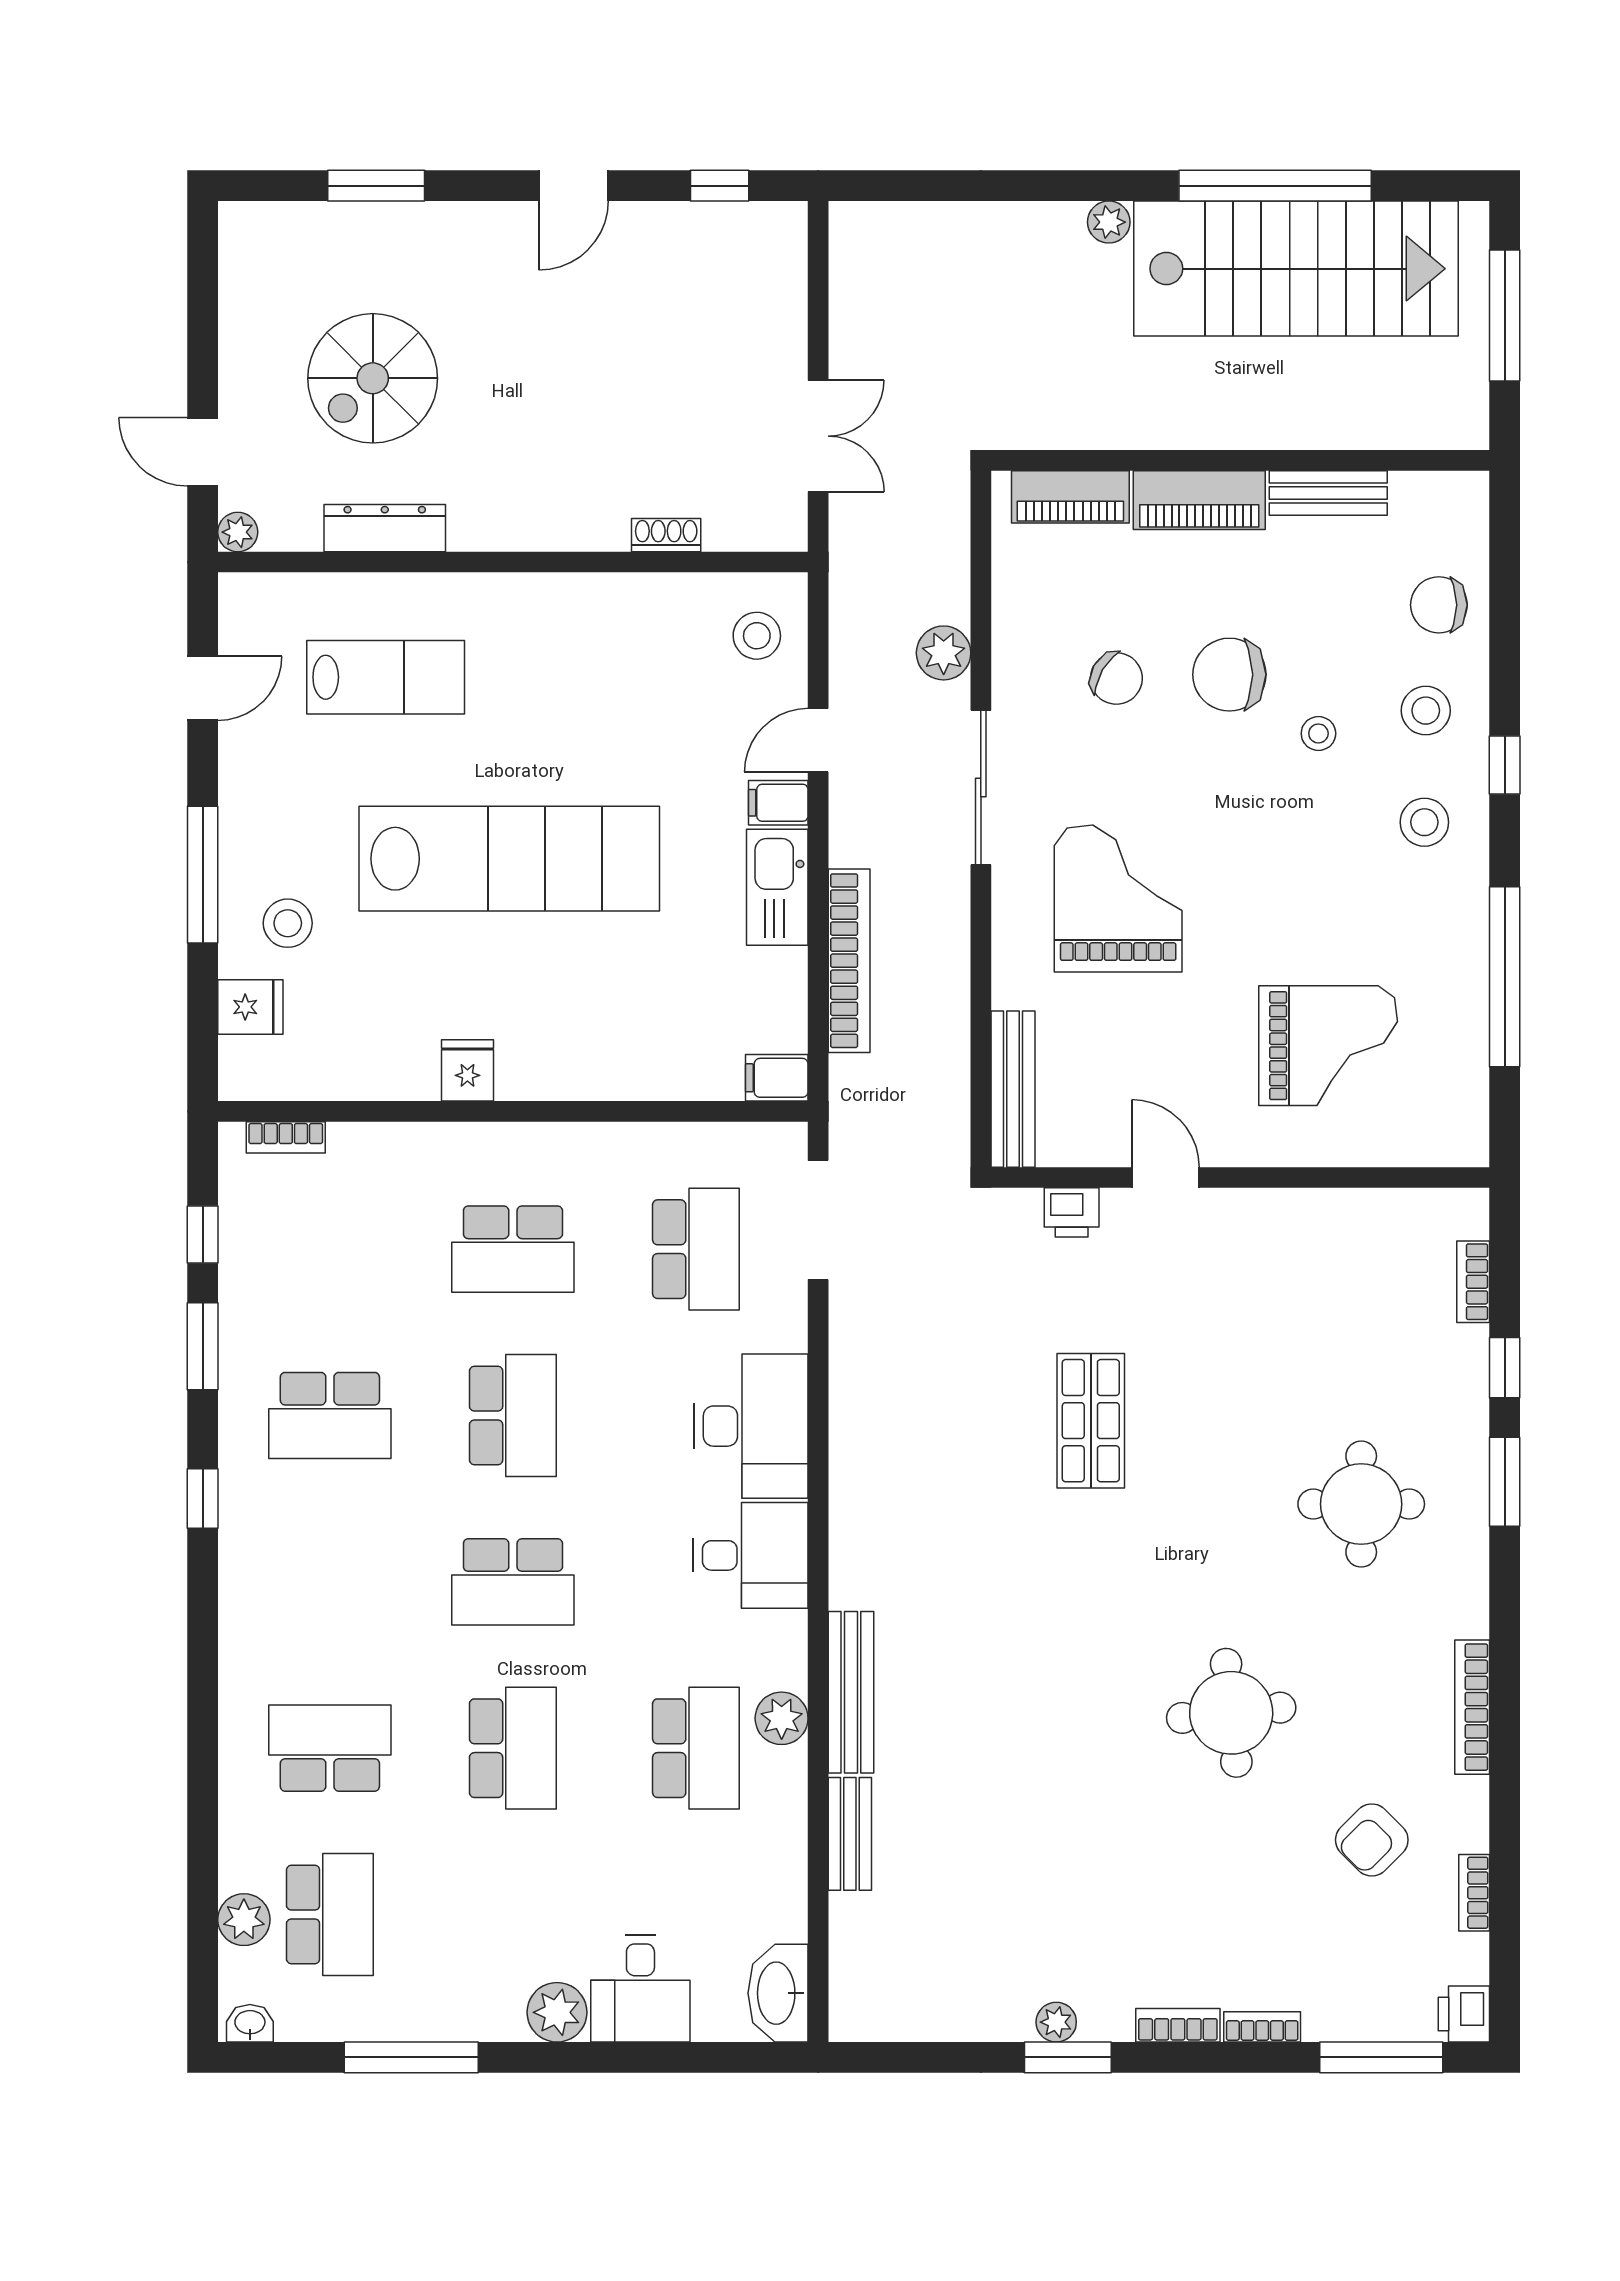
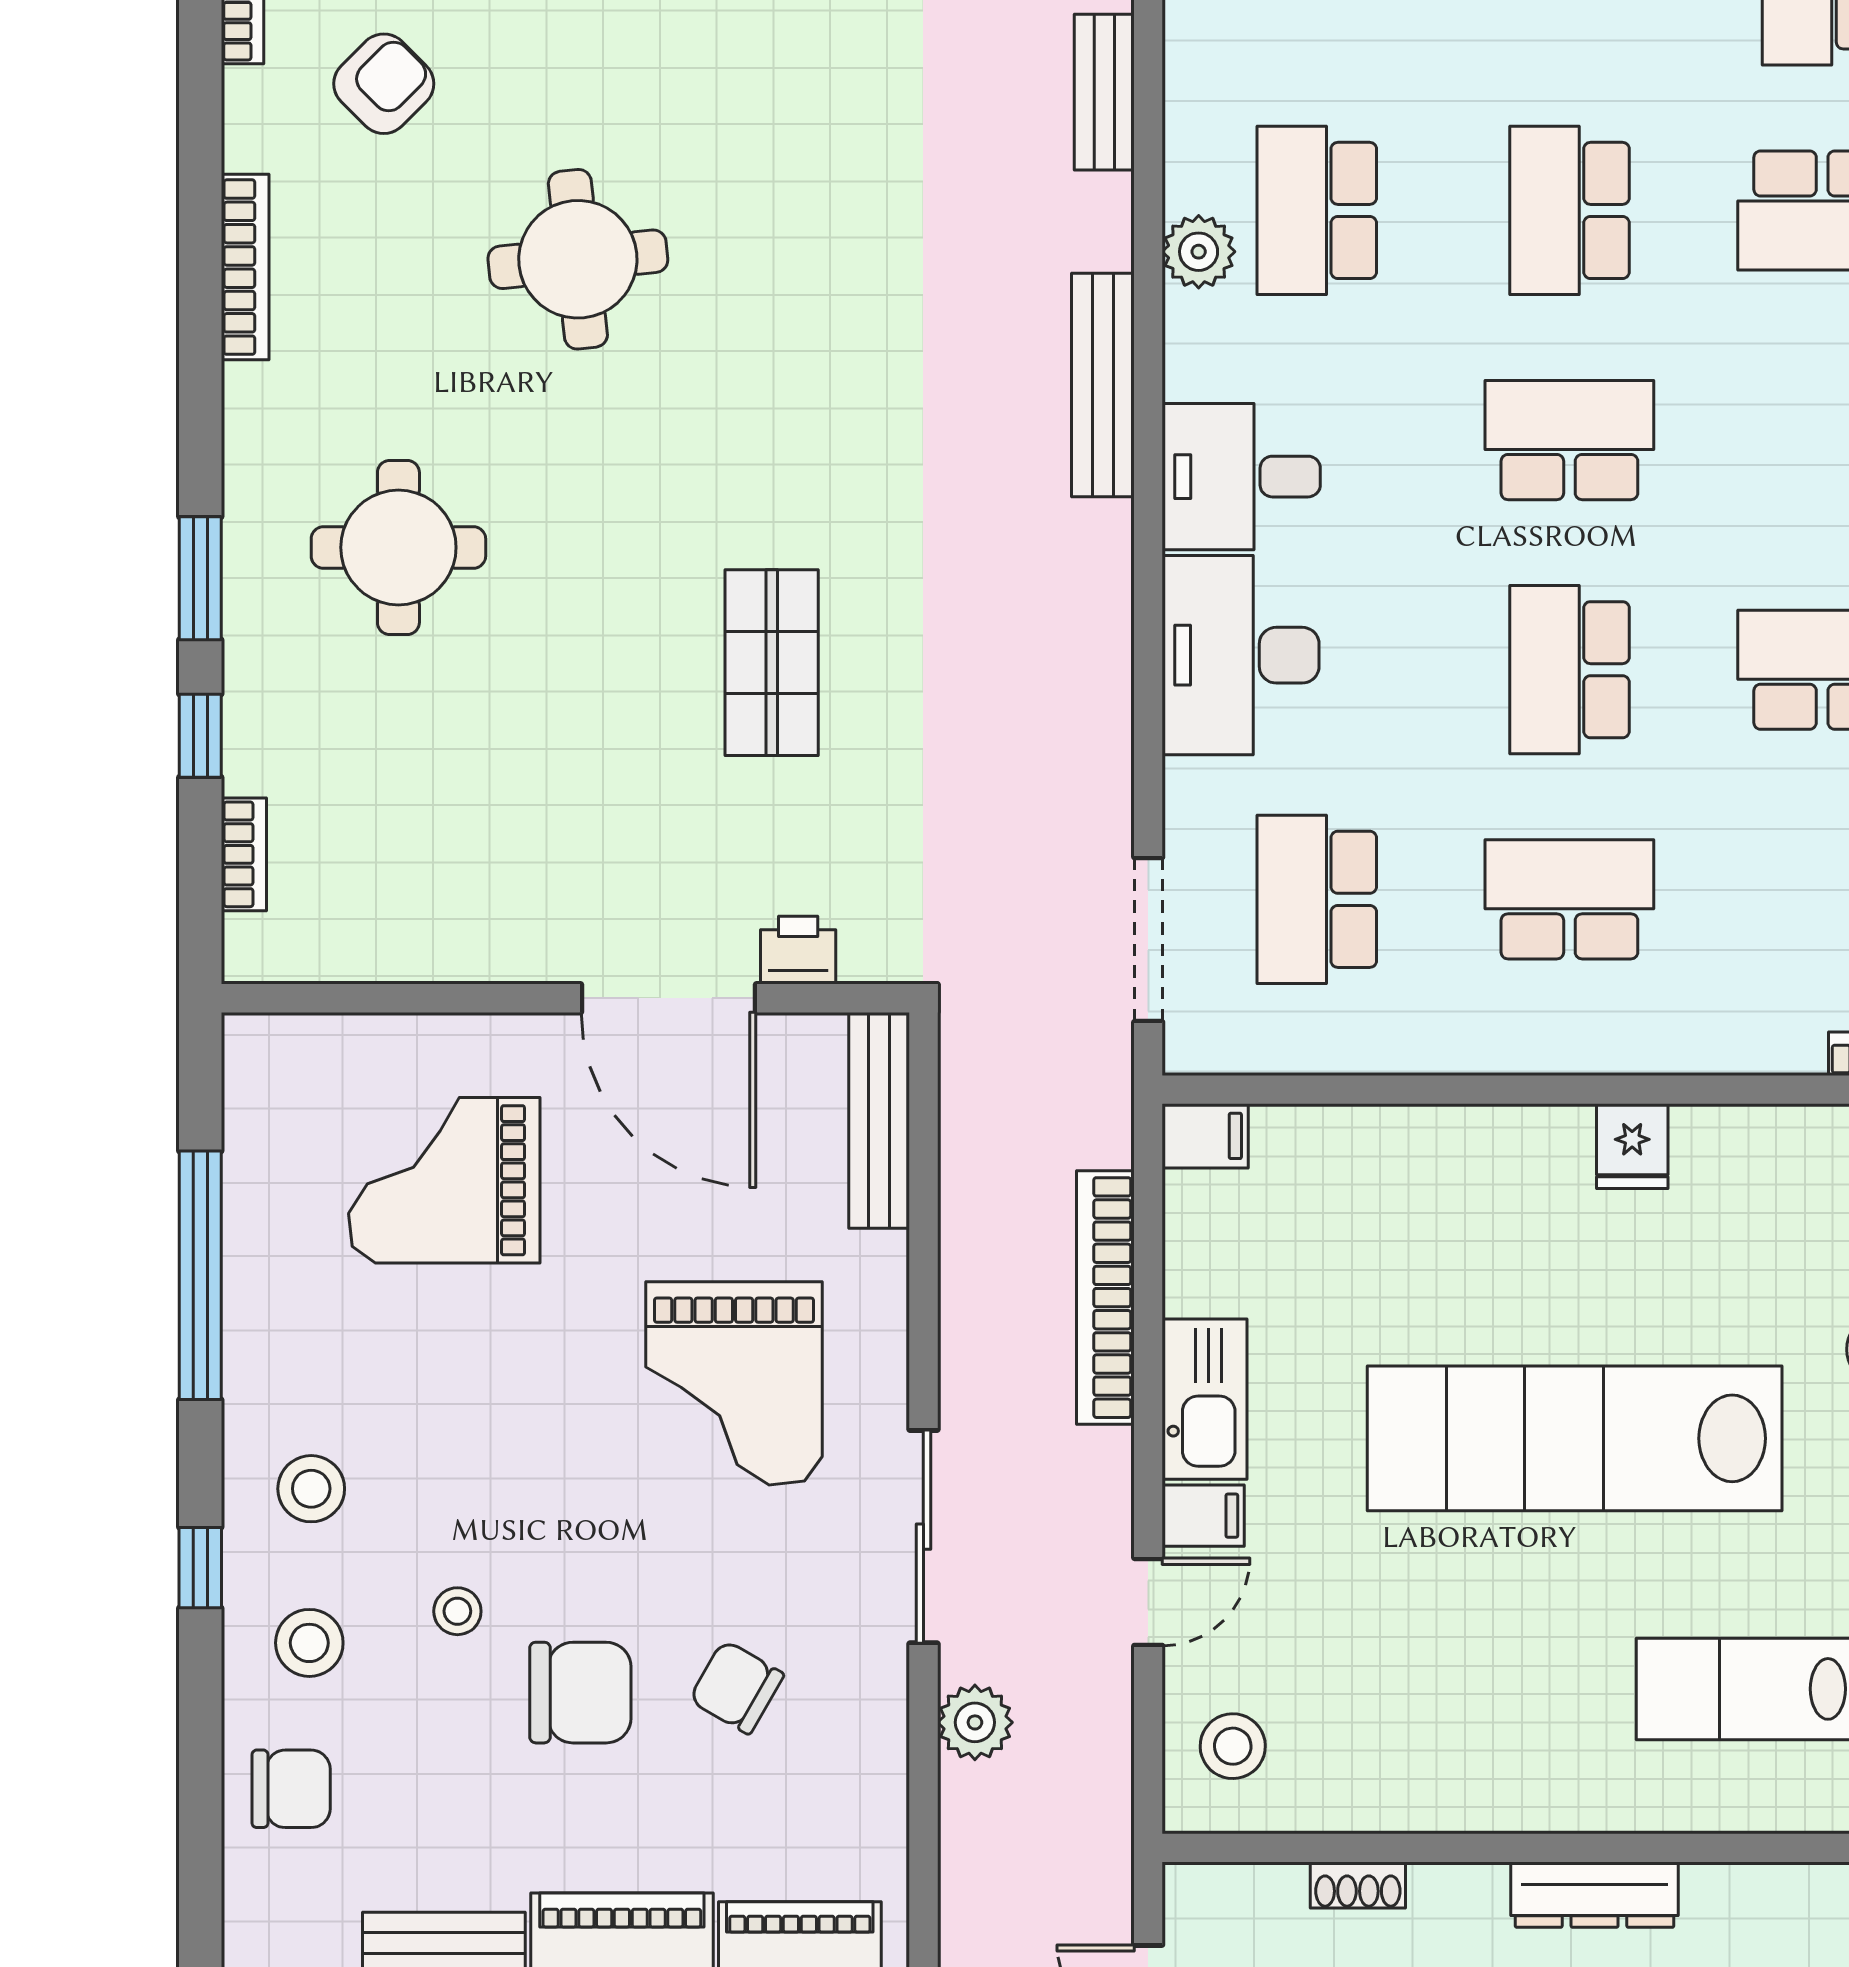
dresser: (385, 528) -> (1595, 1895), moved
door: (1166, 1177) -> (669, 998), width x1.88
bench: (851, 1692) -> (1103, 385), moved

